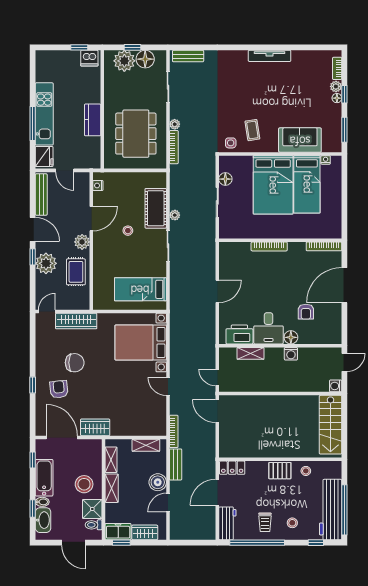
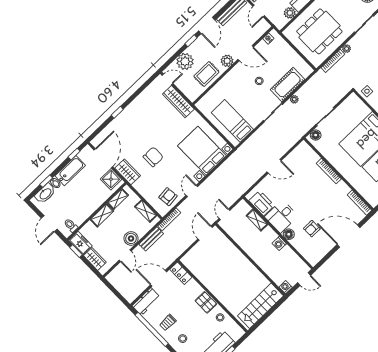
plant: (93, 144) -> (290, 13), added
floor lamp: (225, 179) -> (316, 135), moved
plant: (46, 263) -> (185, 61), moved
chair: (75, 363) -> (153, 157), moved, turned -90
armchair: (59, 389) -> (168, 197), moved
stool: (84, 484) -> (89, 197), removed
door: (168, 502) -> (125, 256), swing flipped
shower: (92, 509) -> (111, 179), moved

